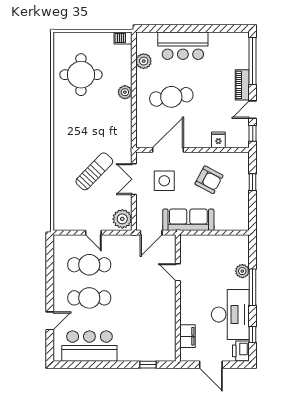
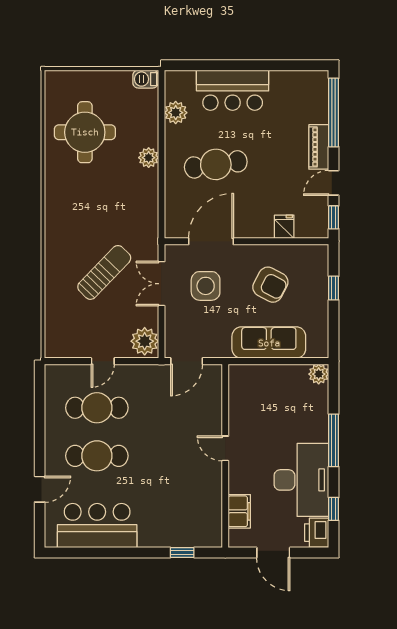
sofa: (188, 220) -> (269, 343), moved
door: (93, 233) -> (103, 361), hinge flipped
plant: (242, 271) -> (319, 374), moved
door: (178, 272) -> (225, 448), moved

